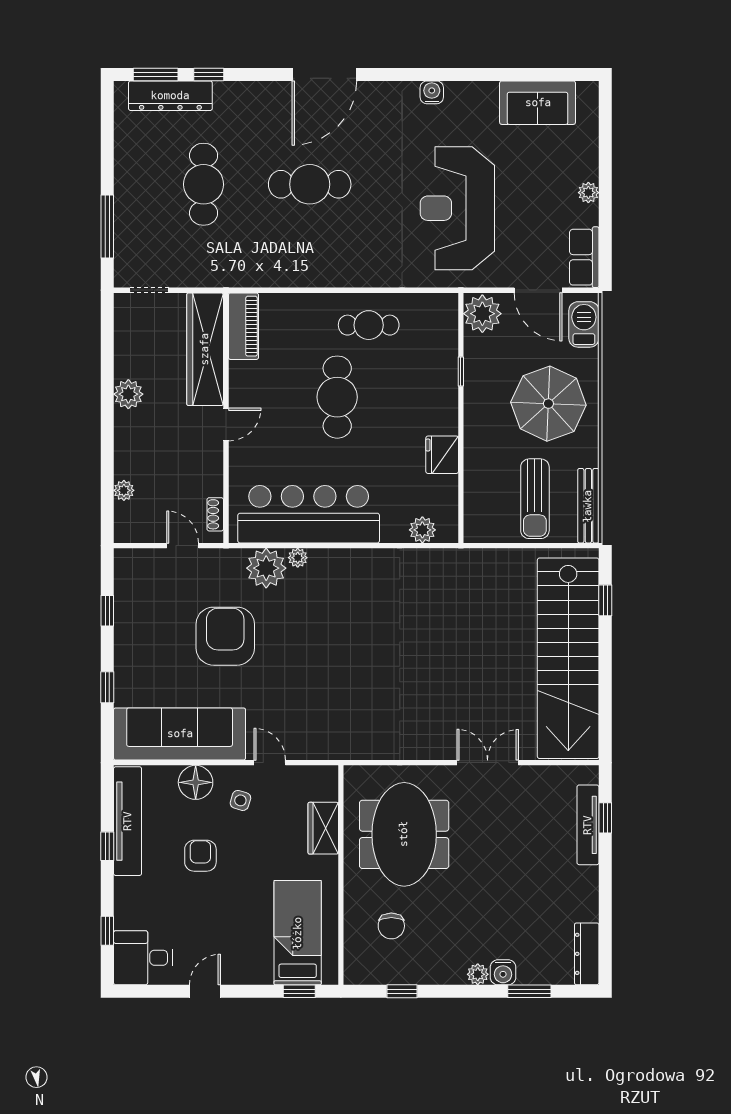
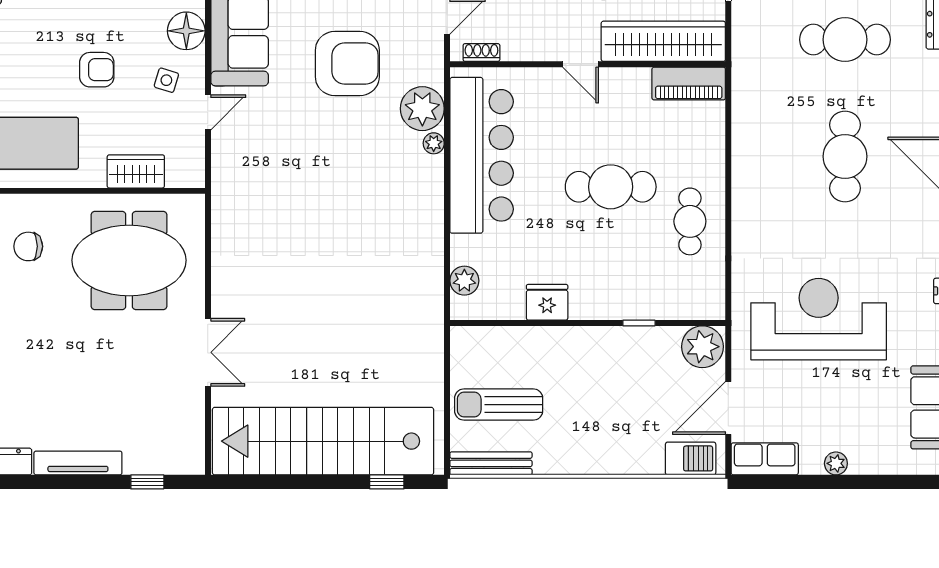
parasol: (548, 404) -> (603, 419), removed
tv unit: (588, 825) -> (78, 463), moved
armchair: (200, 856) -> (97, 70), moved

